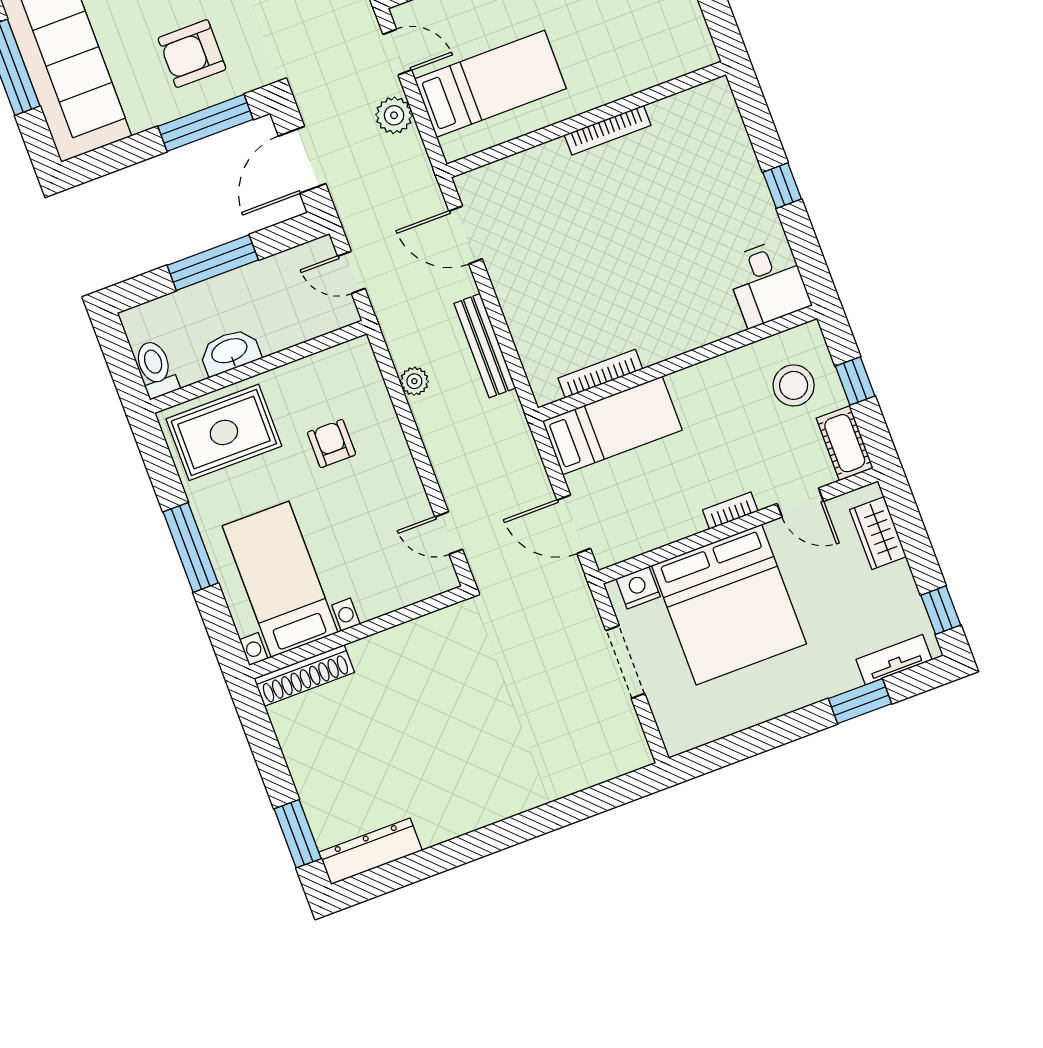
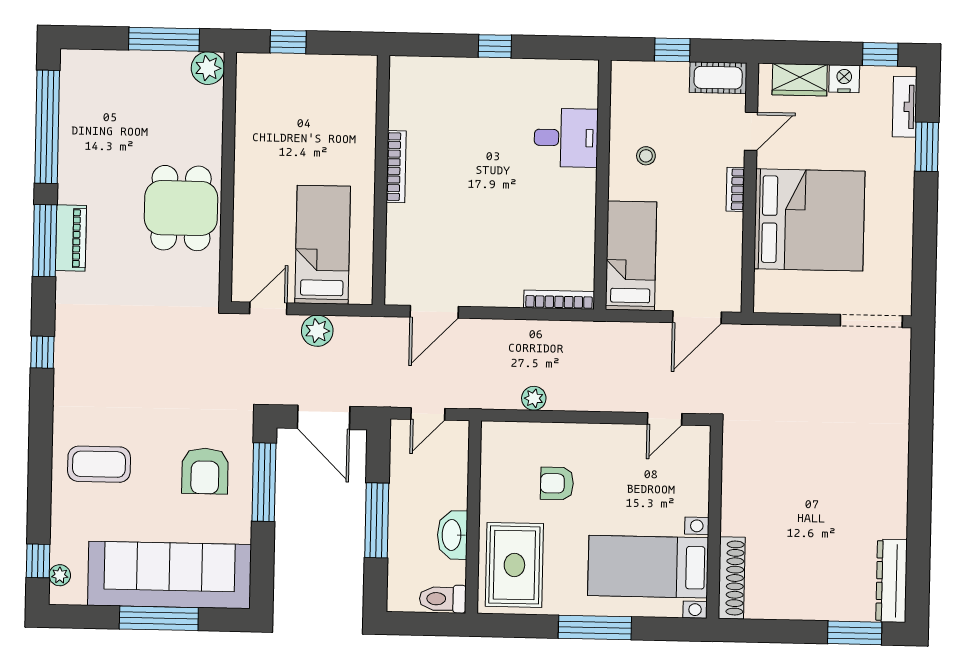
desk: (767, 283) -> (566, 138), moved
bench: (485, 346) -> (528, 331), removed
bookcase: (600, 374) -> (559, 300), moved, turned 90
stool: (794, 385) -> (646, 156), moved, width x0.53, depth x0.53
nightstand: (638, 588) -> (844, 79), moved, turned 90
doorway: (625, 662) -> (871, 321), moved

